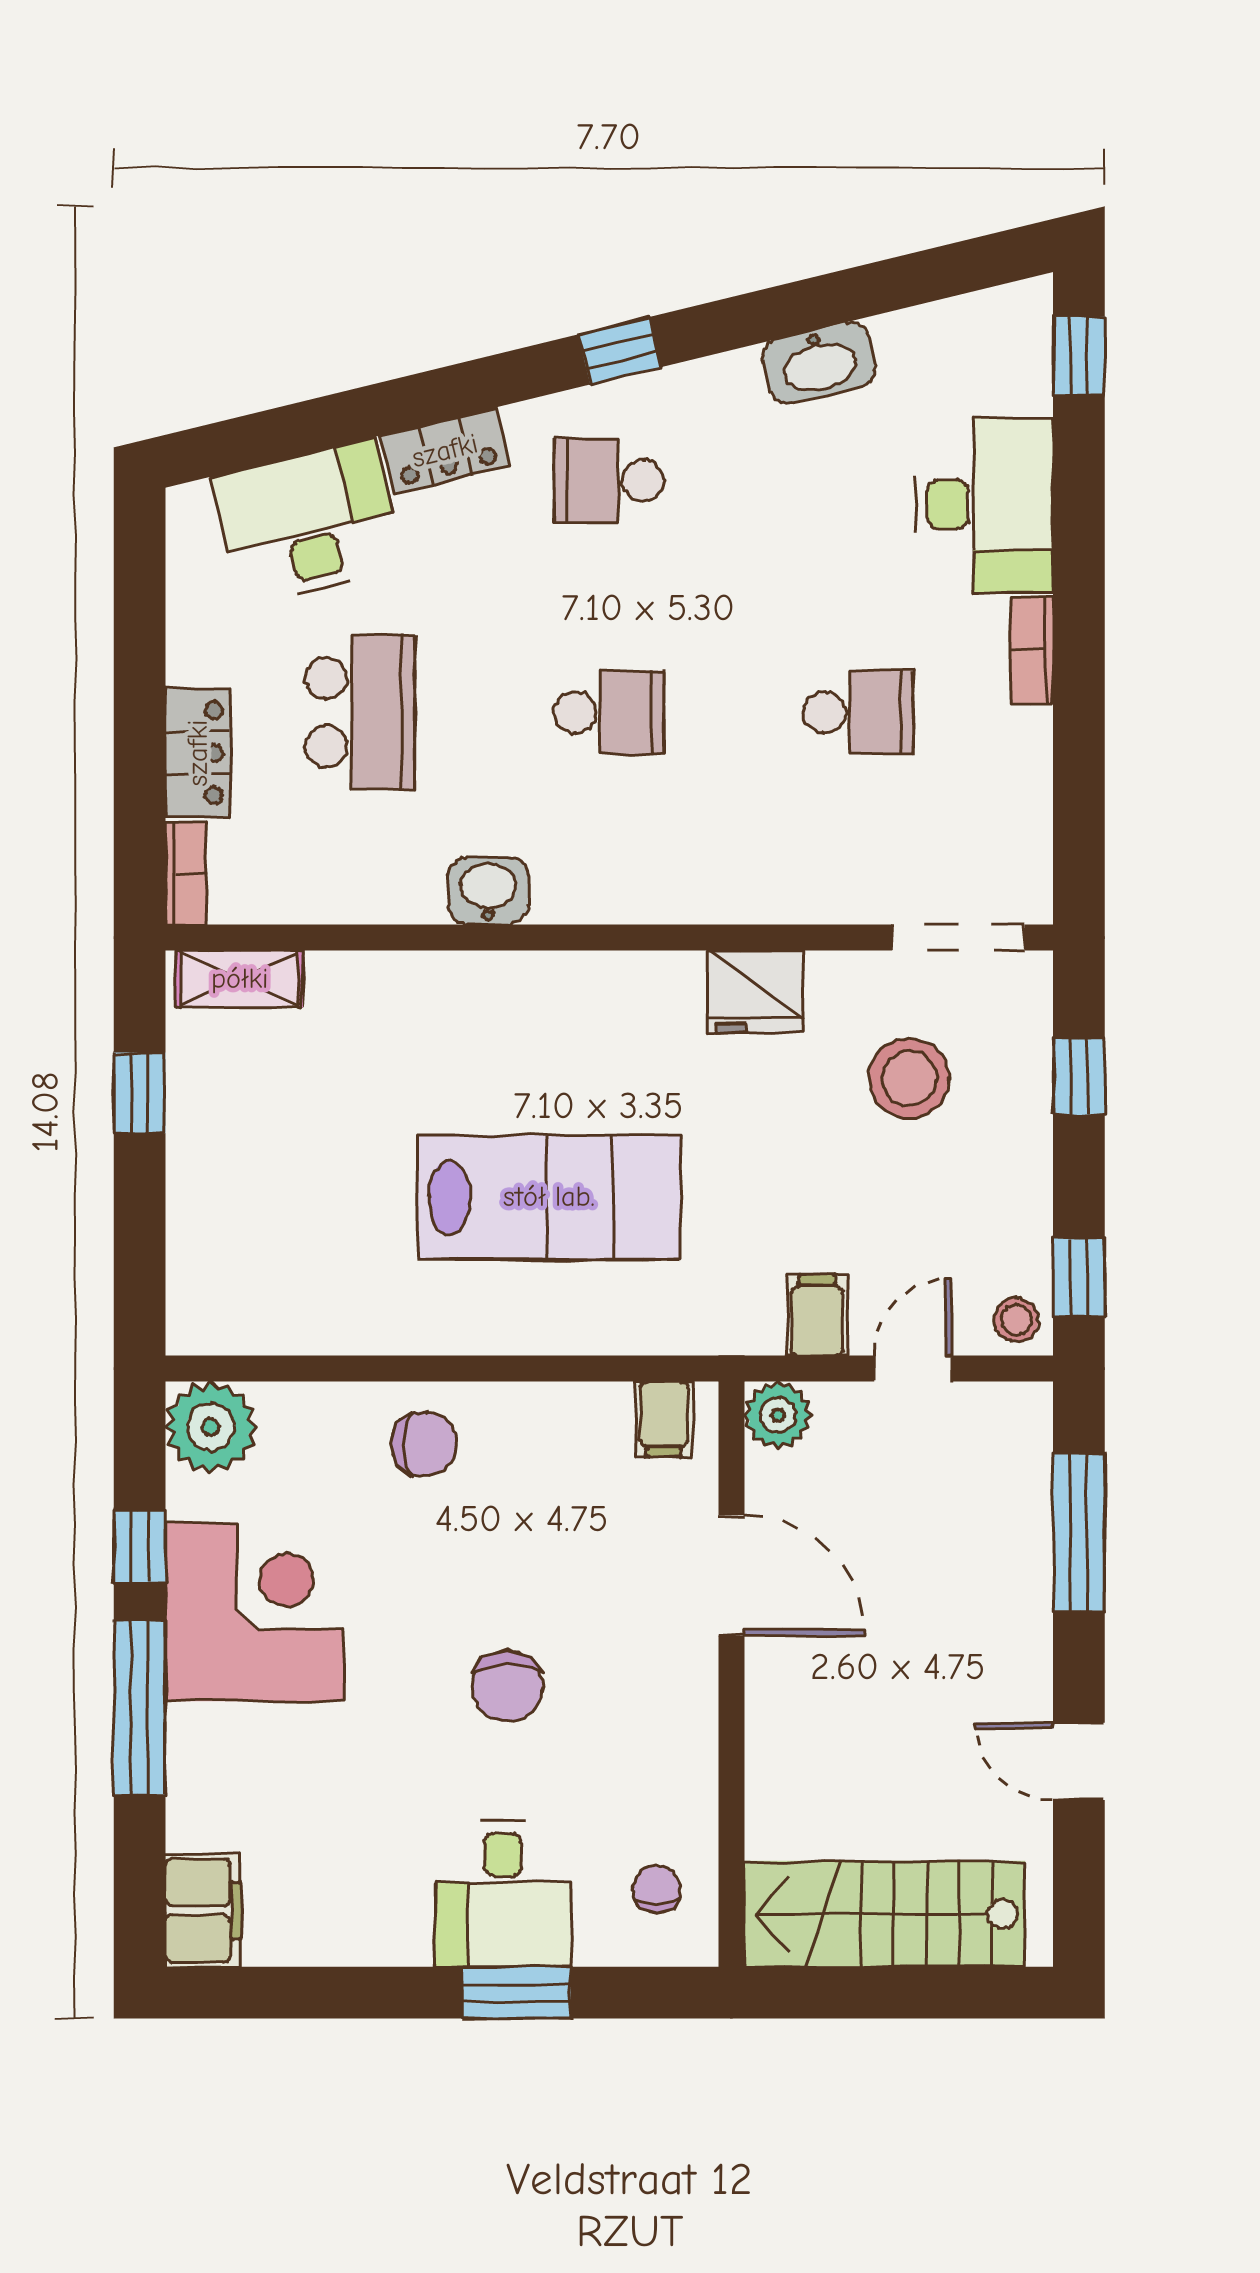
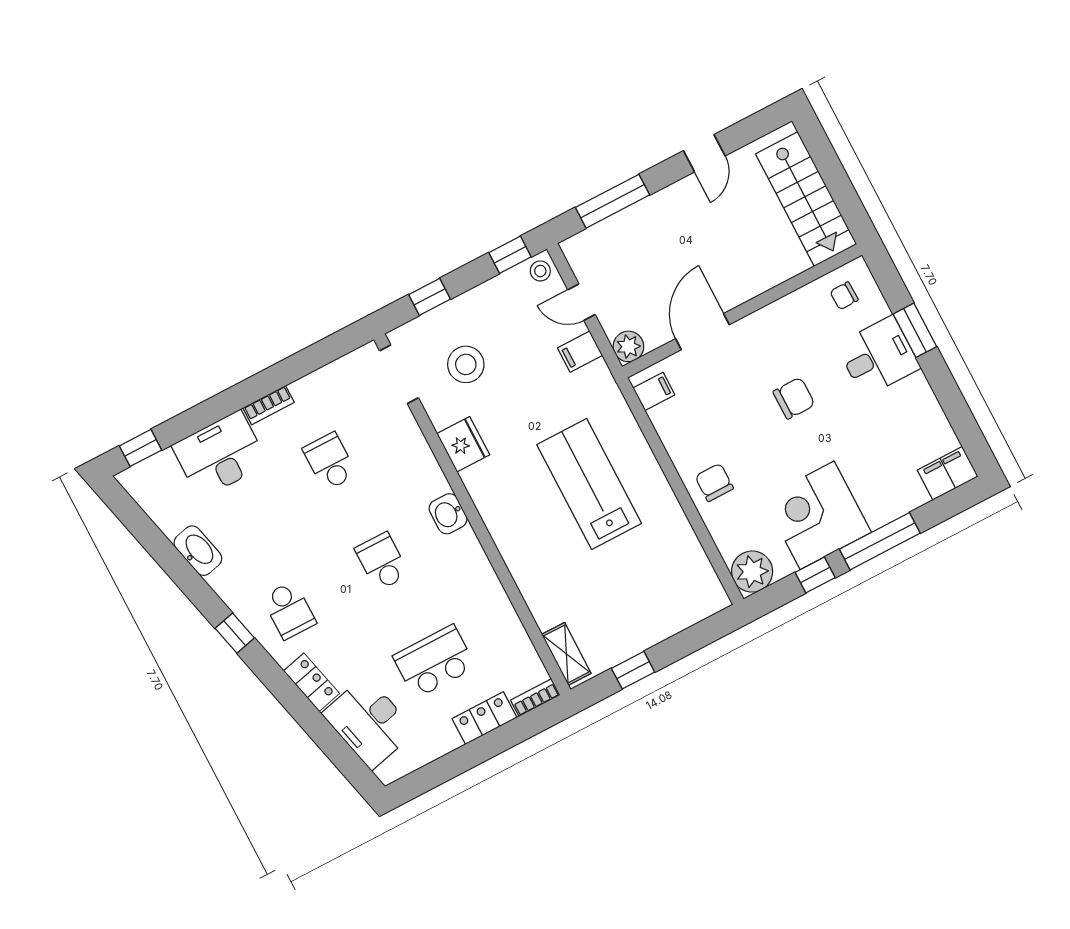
washbasin: (488, 891) -> (448, 514), moved

